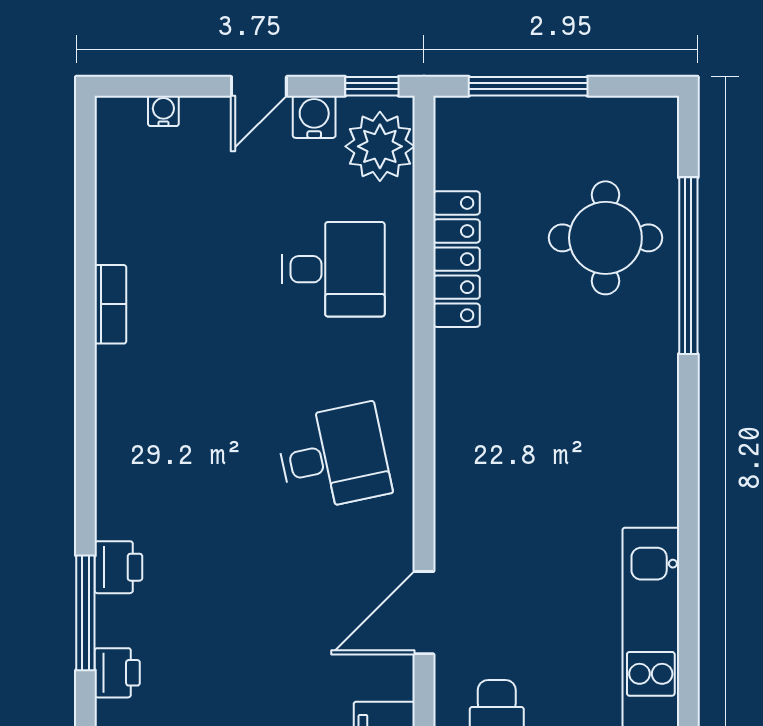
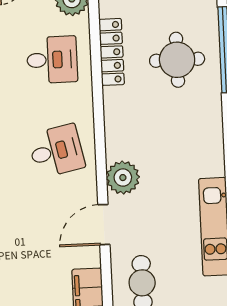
round table: (605, 238) -> (177, 60), moved
plant: (468, 518) -> (123, 178), added

